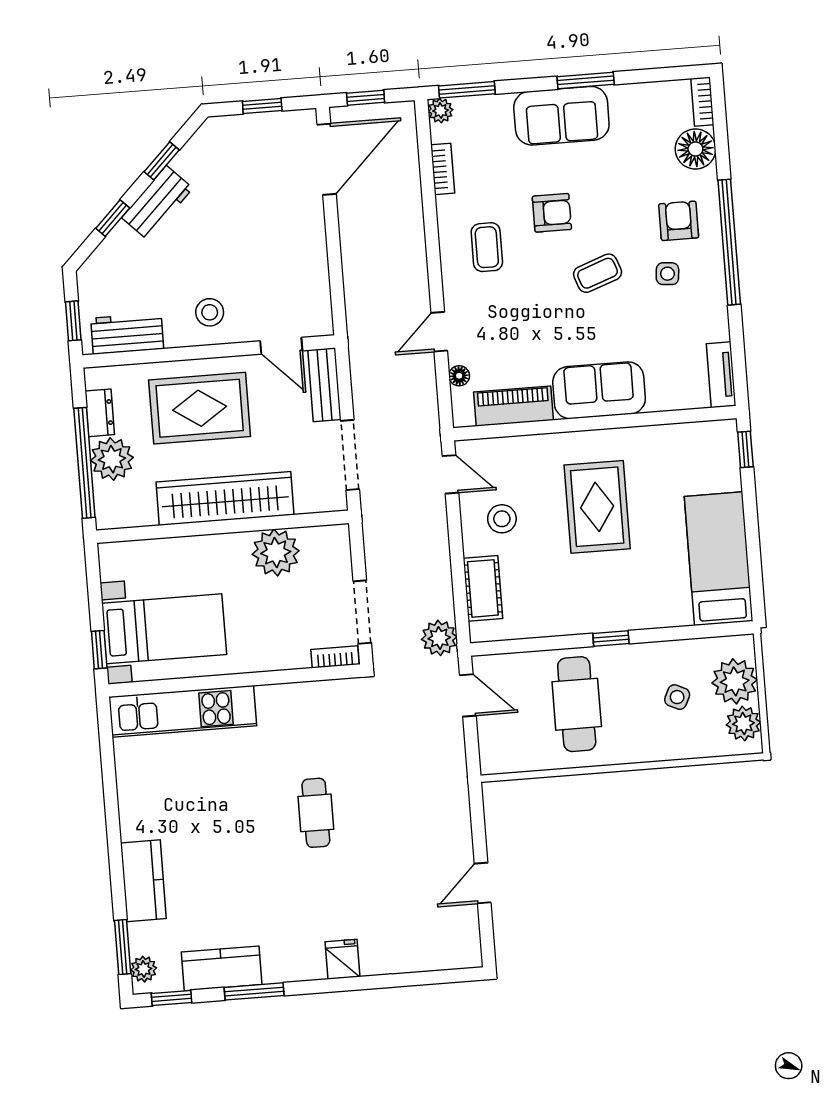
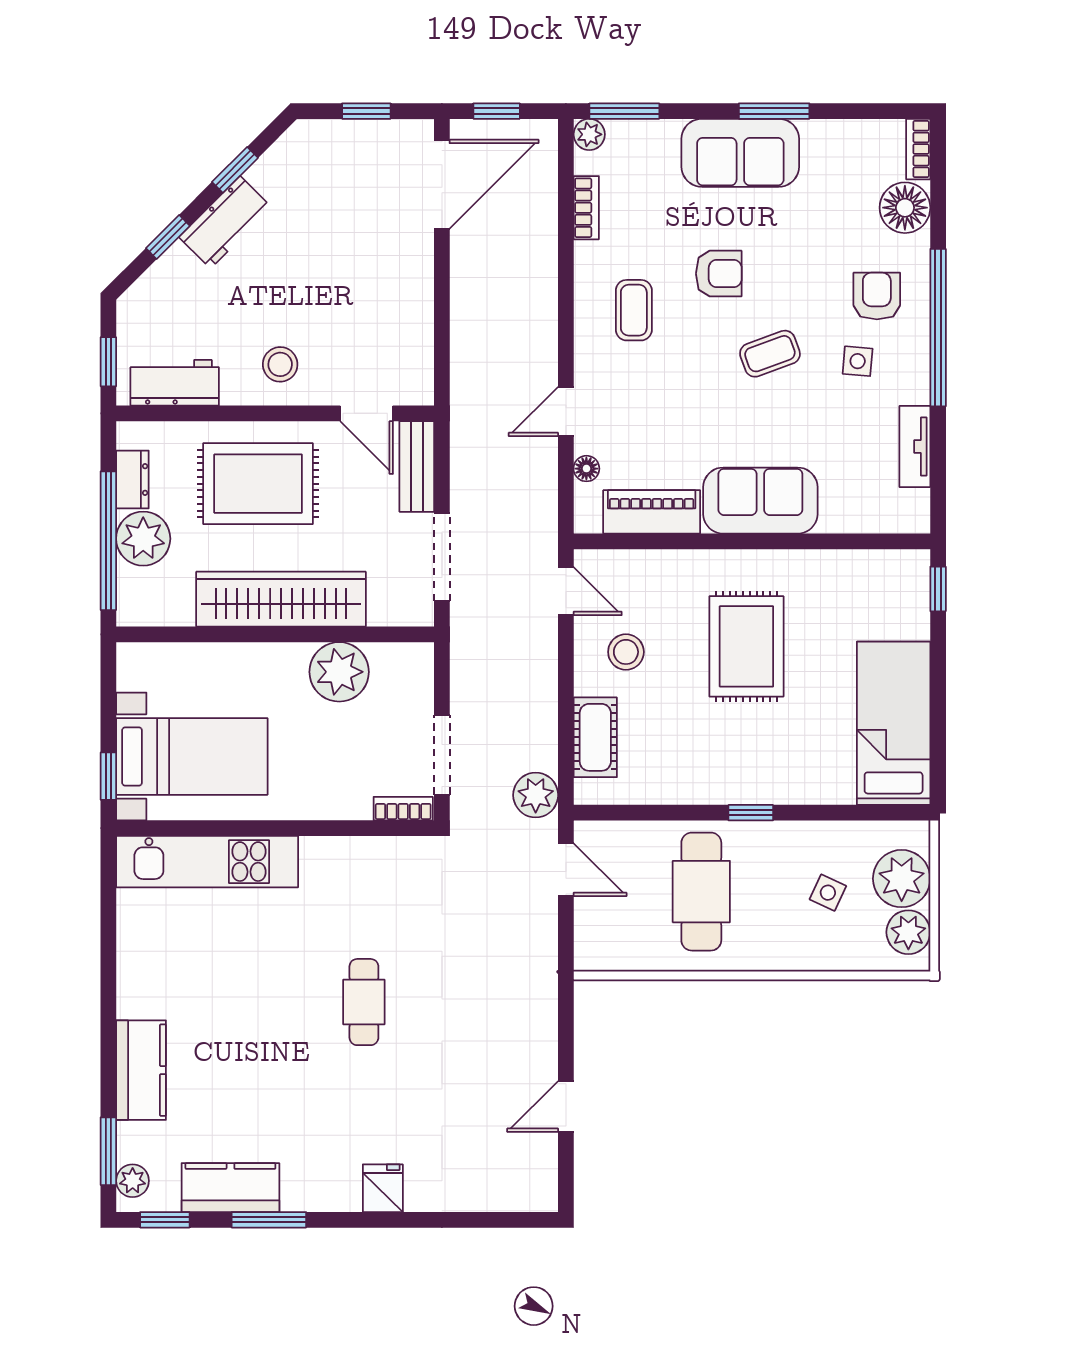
tv unit: (721, 375) -> (915, 447), moved

